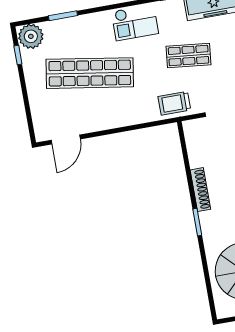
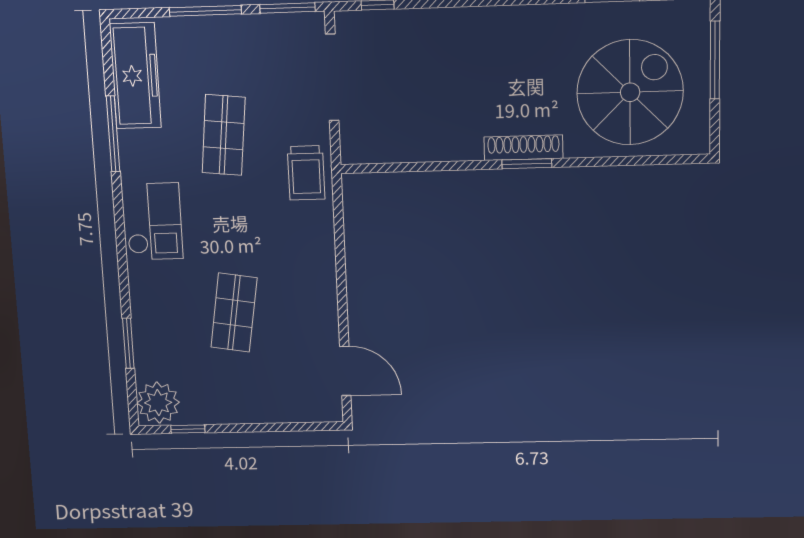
shop shelf: (90, 73) -> (234, 313), width x0.50, depth x0.74
shoe rack: (200, 190) -> (523, 148), moved

